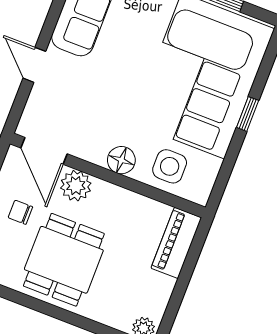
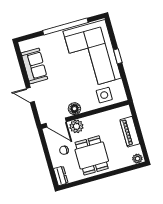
floor lamp: (121, 160) -> (74, 109), moved
piano: (176, 243) -> (130, 132), moved

